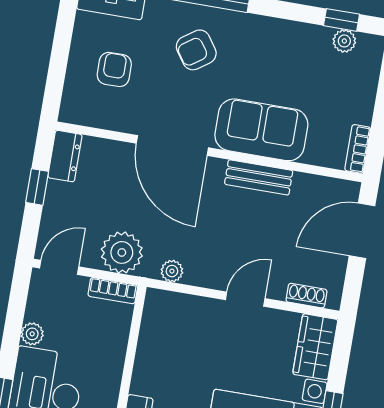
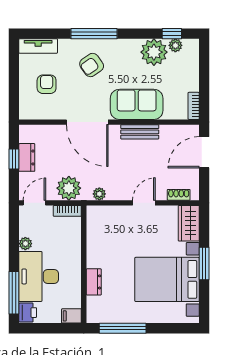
plant: (306, 46) -> (154, 52), added
dresser: (65, 156) -> (27, 157), moved

